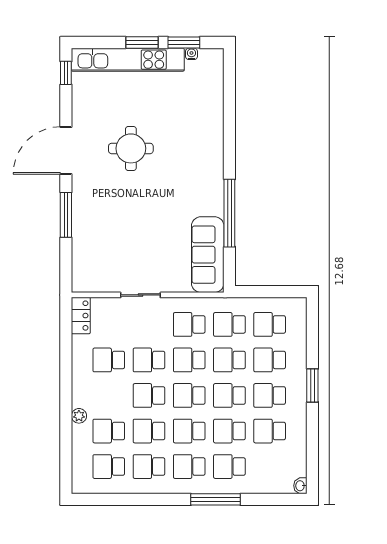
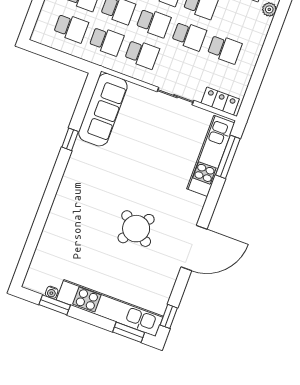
window: (142, 42) -> (129, 332), moved
round table: (131, 148) -> (136, 229), turned 34
window: (229, 213) -> (70, 139), width x0.32
window: (66, 215) -> (228, 157), moved
kitchen unit: (83, 248) -> (211, 156), added
locker: (81, 316) -> (220, 101), moved, turned 90

